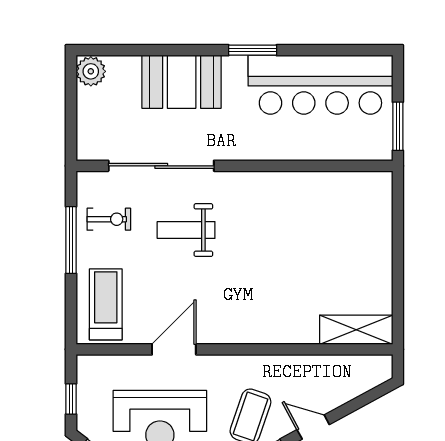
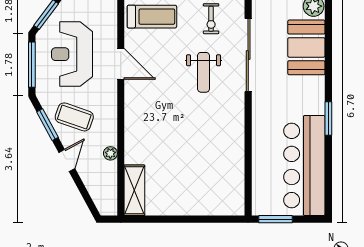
booth: (182, 82) -> (306, 47), moved
weight bench: (186, 230) -> (204, 72), turned 180
plant: (303, 364) -> (110, 153), added

